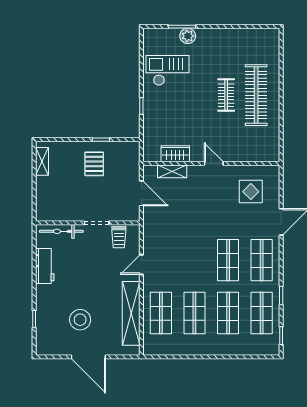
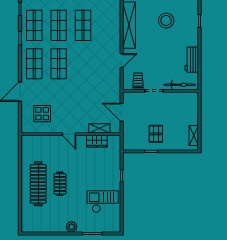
plant: (188, 36) -> (72, 227), moved
checkout: (168, 70) -> (103, 202), turned 180
shop shelf: (161, 313) -> (107, 25), removed

